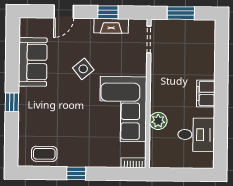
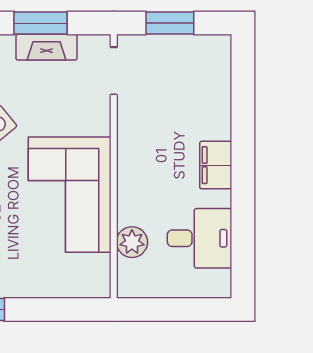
window: (108, 12) -> (41, 23), width x1.50
plant: (158, 121) -> (132, 242), moved
bookcase: (133, 163) -> (89, 290), removed

